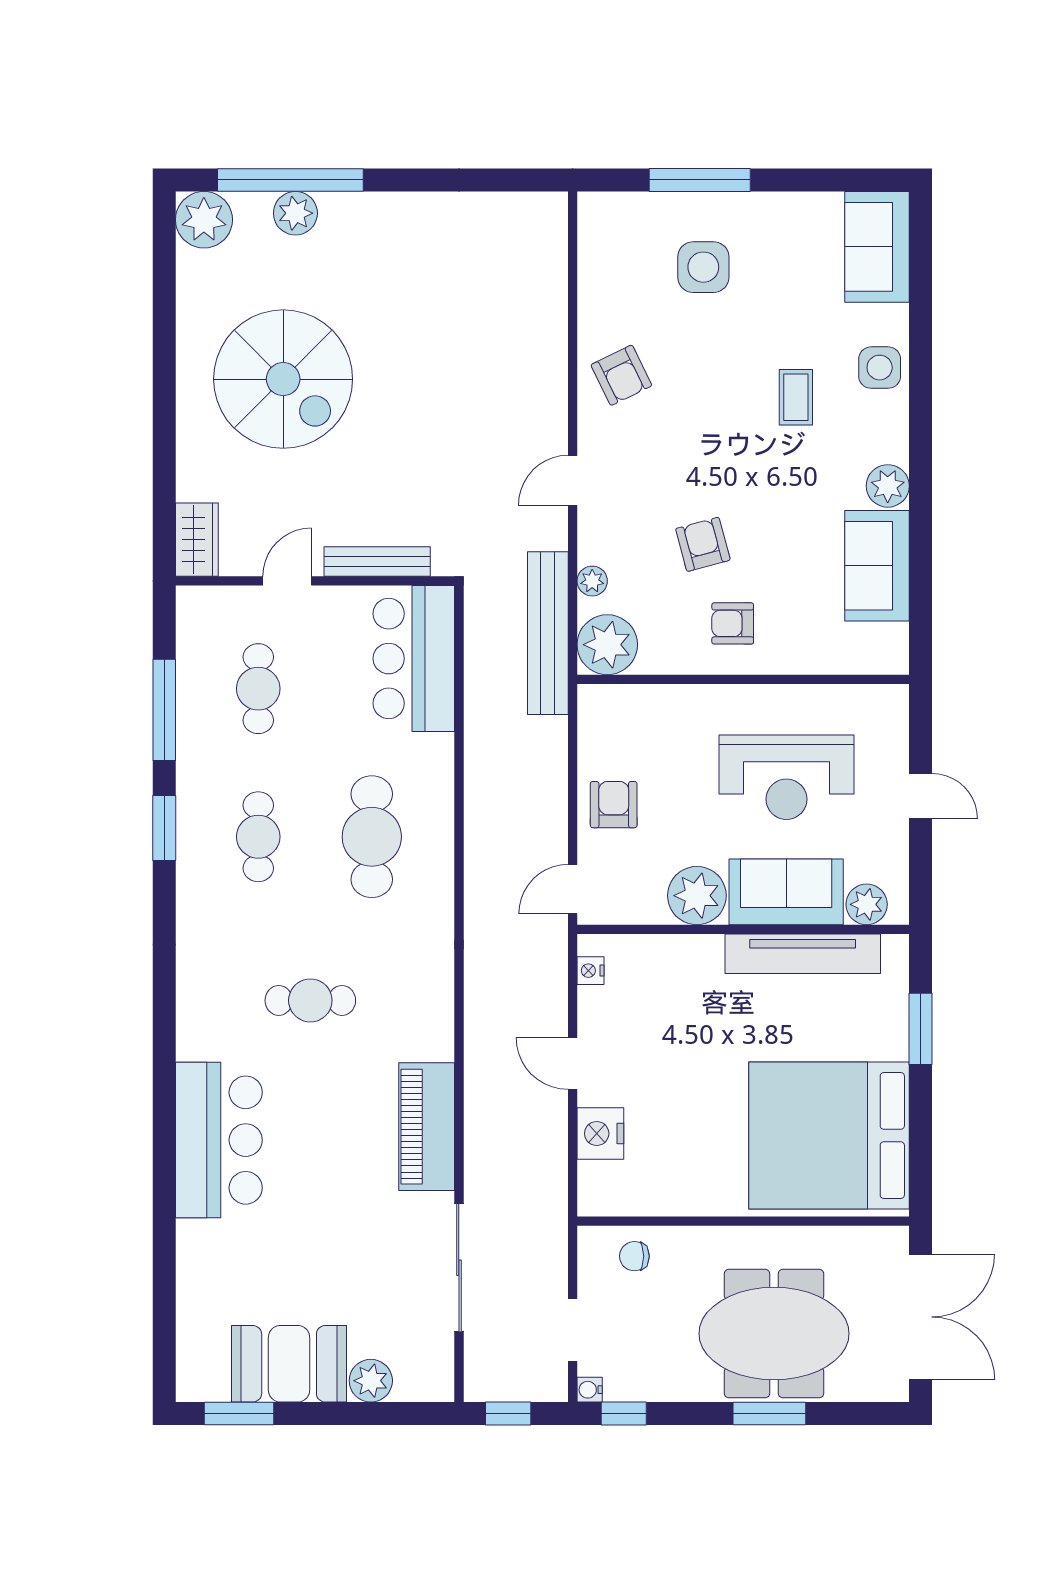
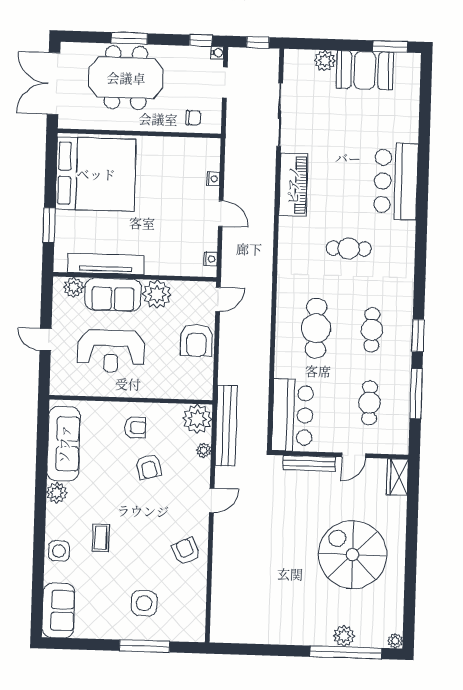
plant: (204, 220) -> (395, 641), width x0.53, depth x0.53
sofa: (877, 566) -> (64, 444), width x1.36
reception desk: (786, 777) -> (111, 351), turned 180
armchair: (614, 805) -> (196, 340), width x1.38, depth x1.38
nightstand: (600, 1133) -> (213, 179), width x0.53, depth x0.56

